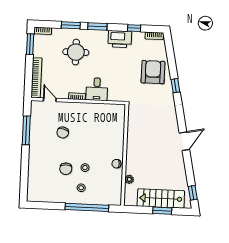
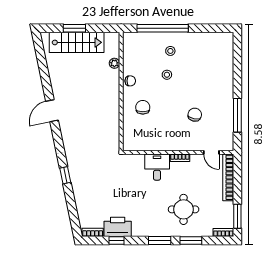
printer: (120, 39) -> (118, 227), moved
armchair: (153, 72) -> (92, 190), removed
chair: (66, 169) -> (143, 107), moved
window: (193, 193) -> (40, 51), removed

